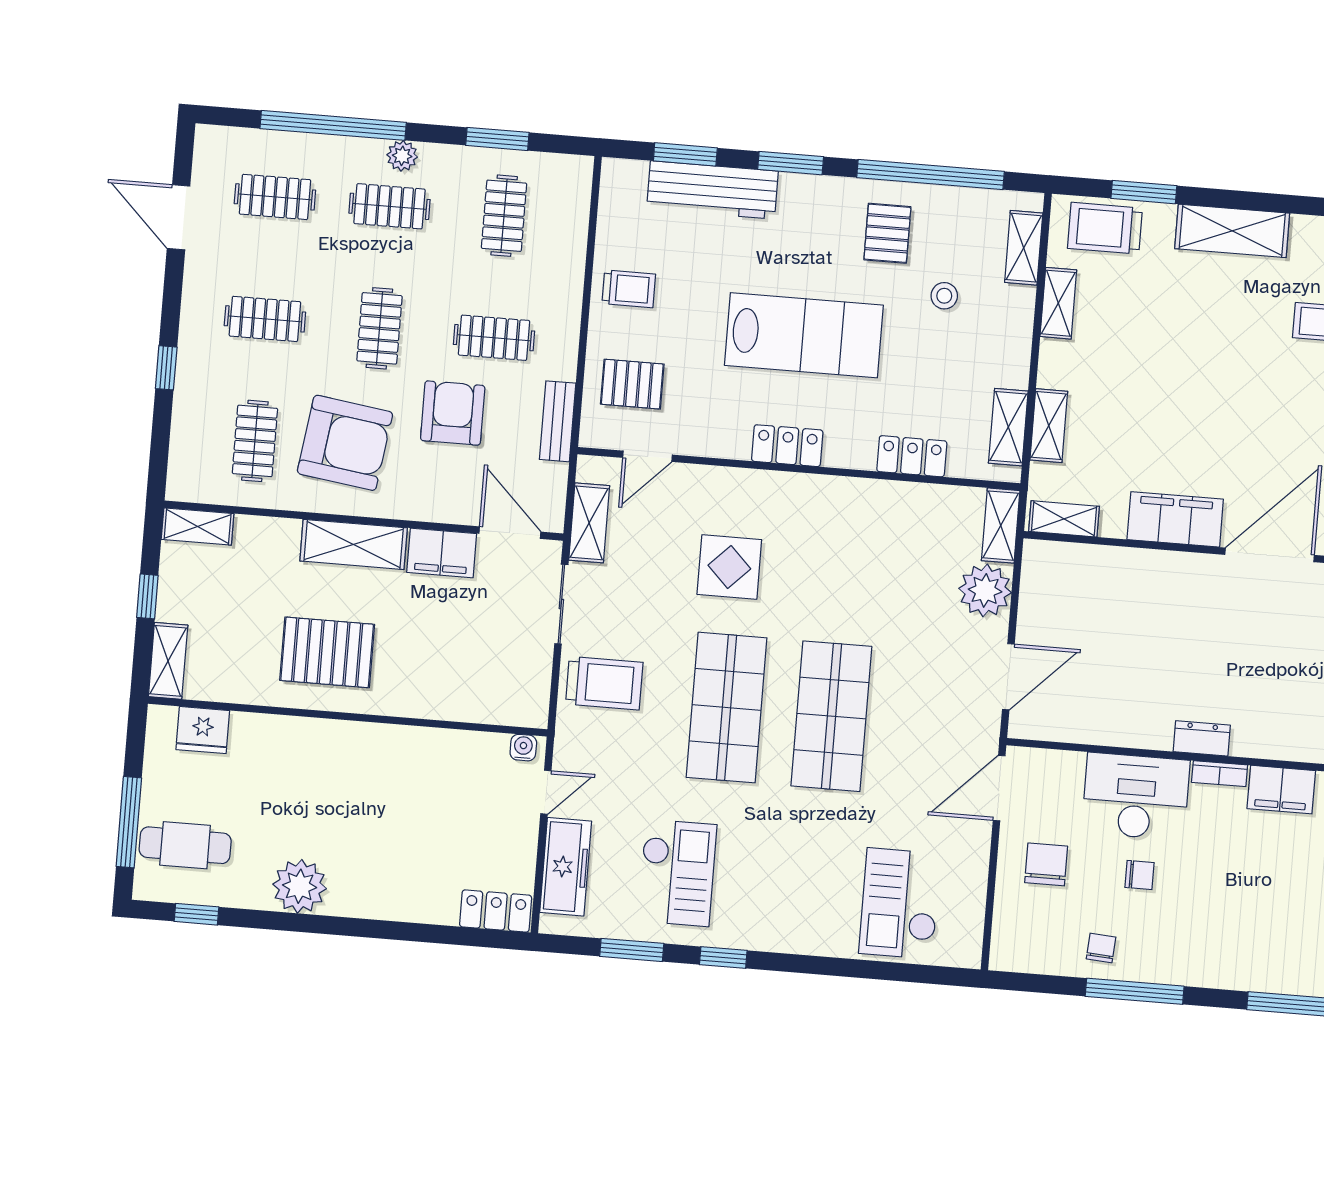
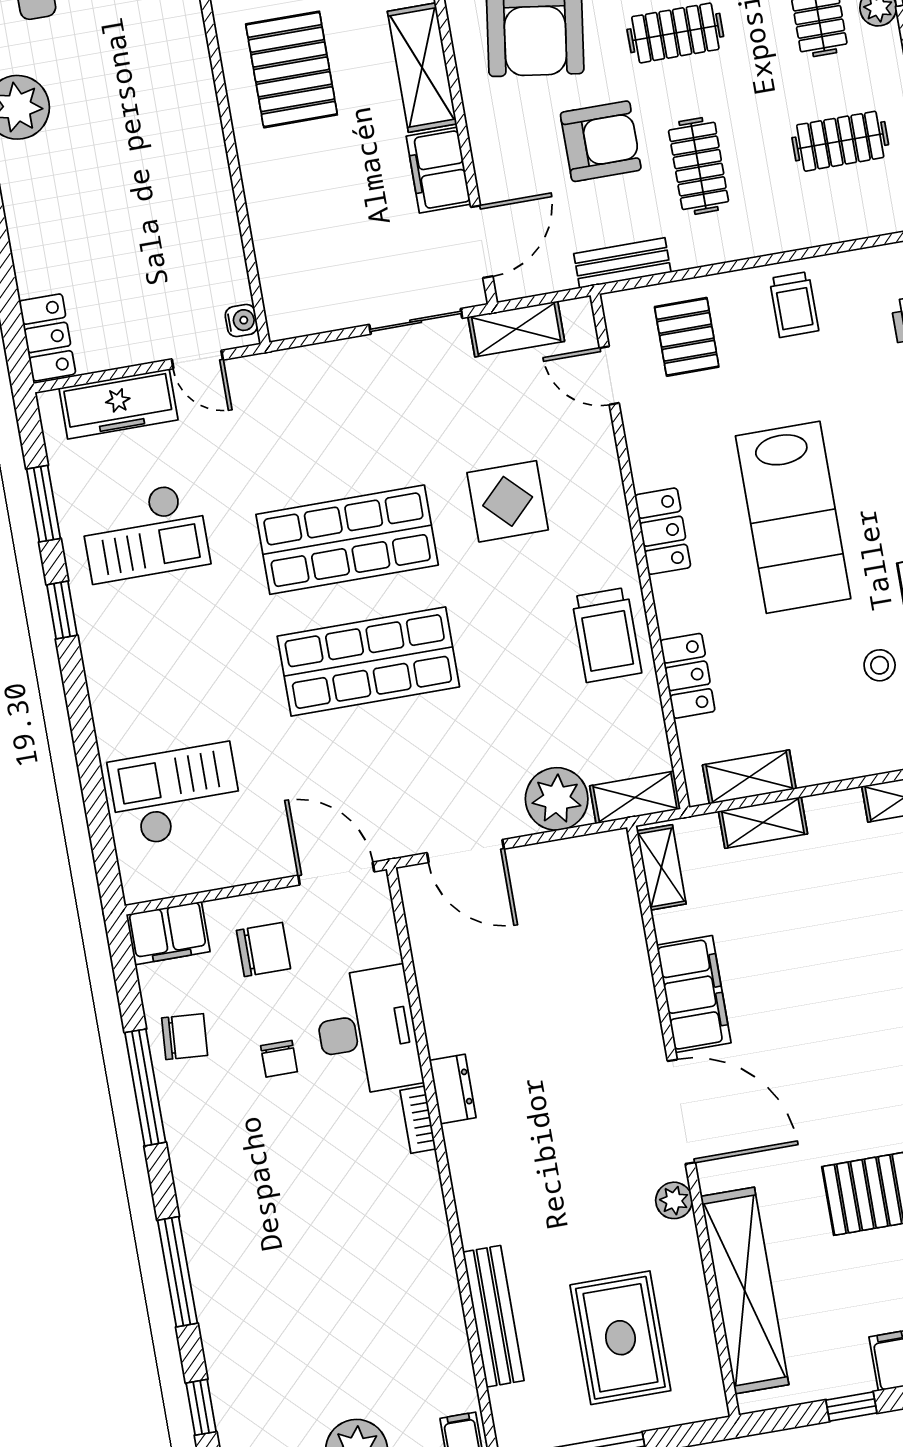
trolley: (604, 683) -> (607, 635), moved
filing cabinet: (1281, 790) -> (168, 933), moved, turned -90
chair: (1101, 948) -> (185, 1037), width x1.37, depth x1.37

